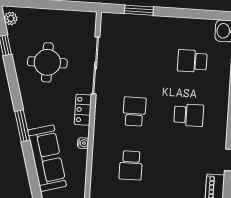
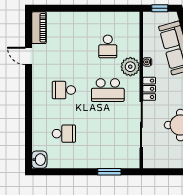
school desk: (134, 111) -> (108, 90), width x1.85
plant: (105, 139) -> (130, 67), added
school desk: (131, 165) -> (108, 46), turned 180

